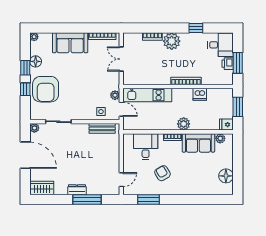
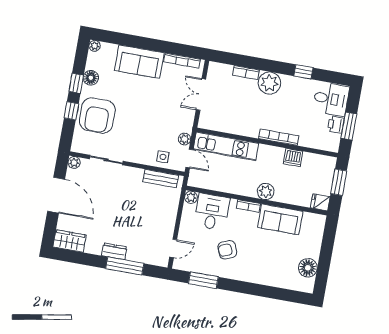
plant: (220, 138) -> (191, 197), moved
armchair: (162, 173) -> (227, 250), turned -82

